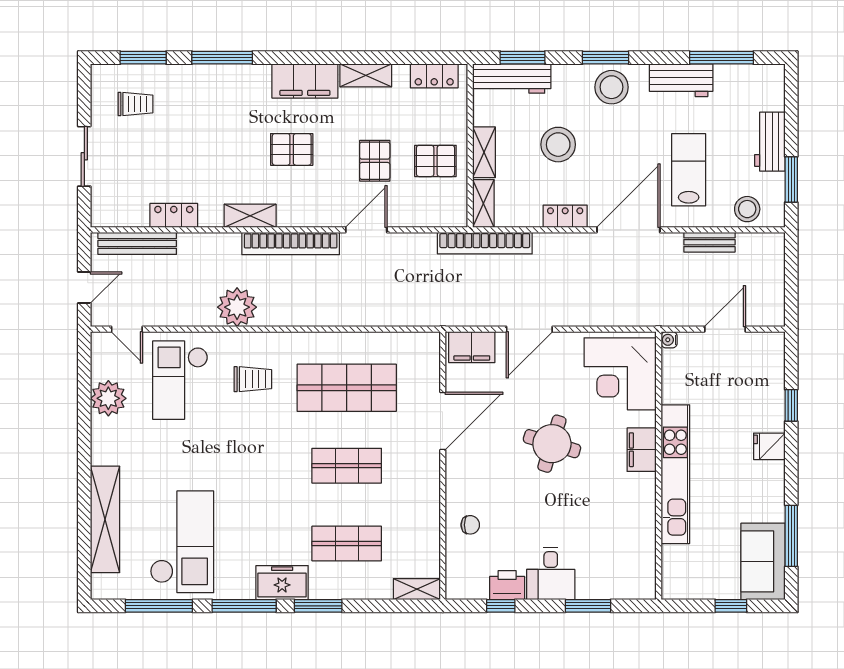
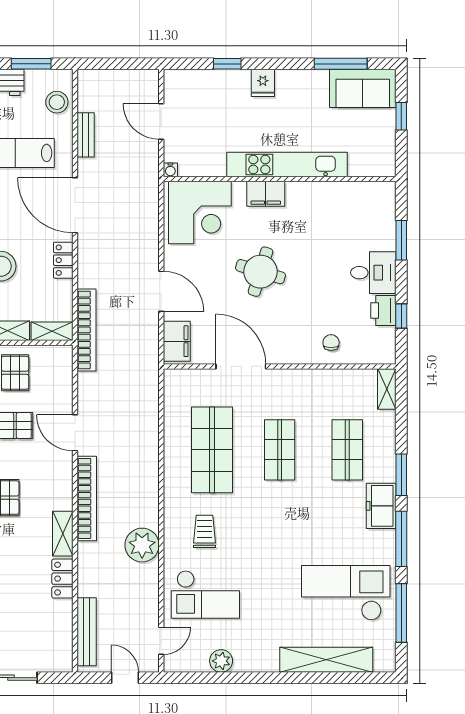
locker: (174, 215) -> (62, 579), moved
plant: (108, 398) -> (221, 661), width x0.73, depth x0.73

